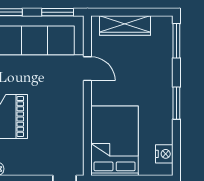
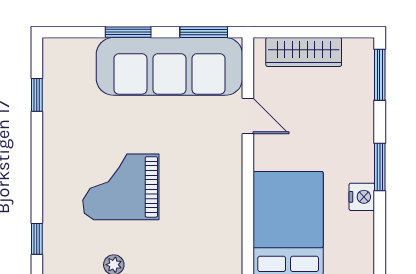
nightstand: (164, 154) -> (362, 197), moved

